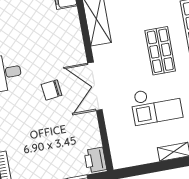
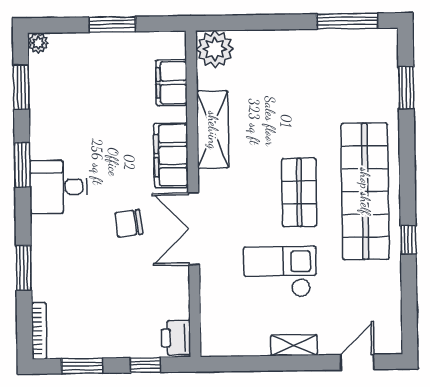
filing cabinet: (72, 41) -> (171, 155), added
checkout: (156, 105) -> (280, 272), turned 180

